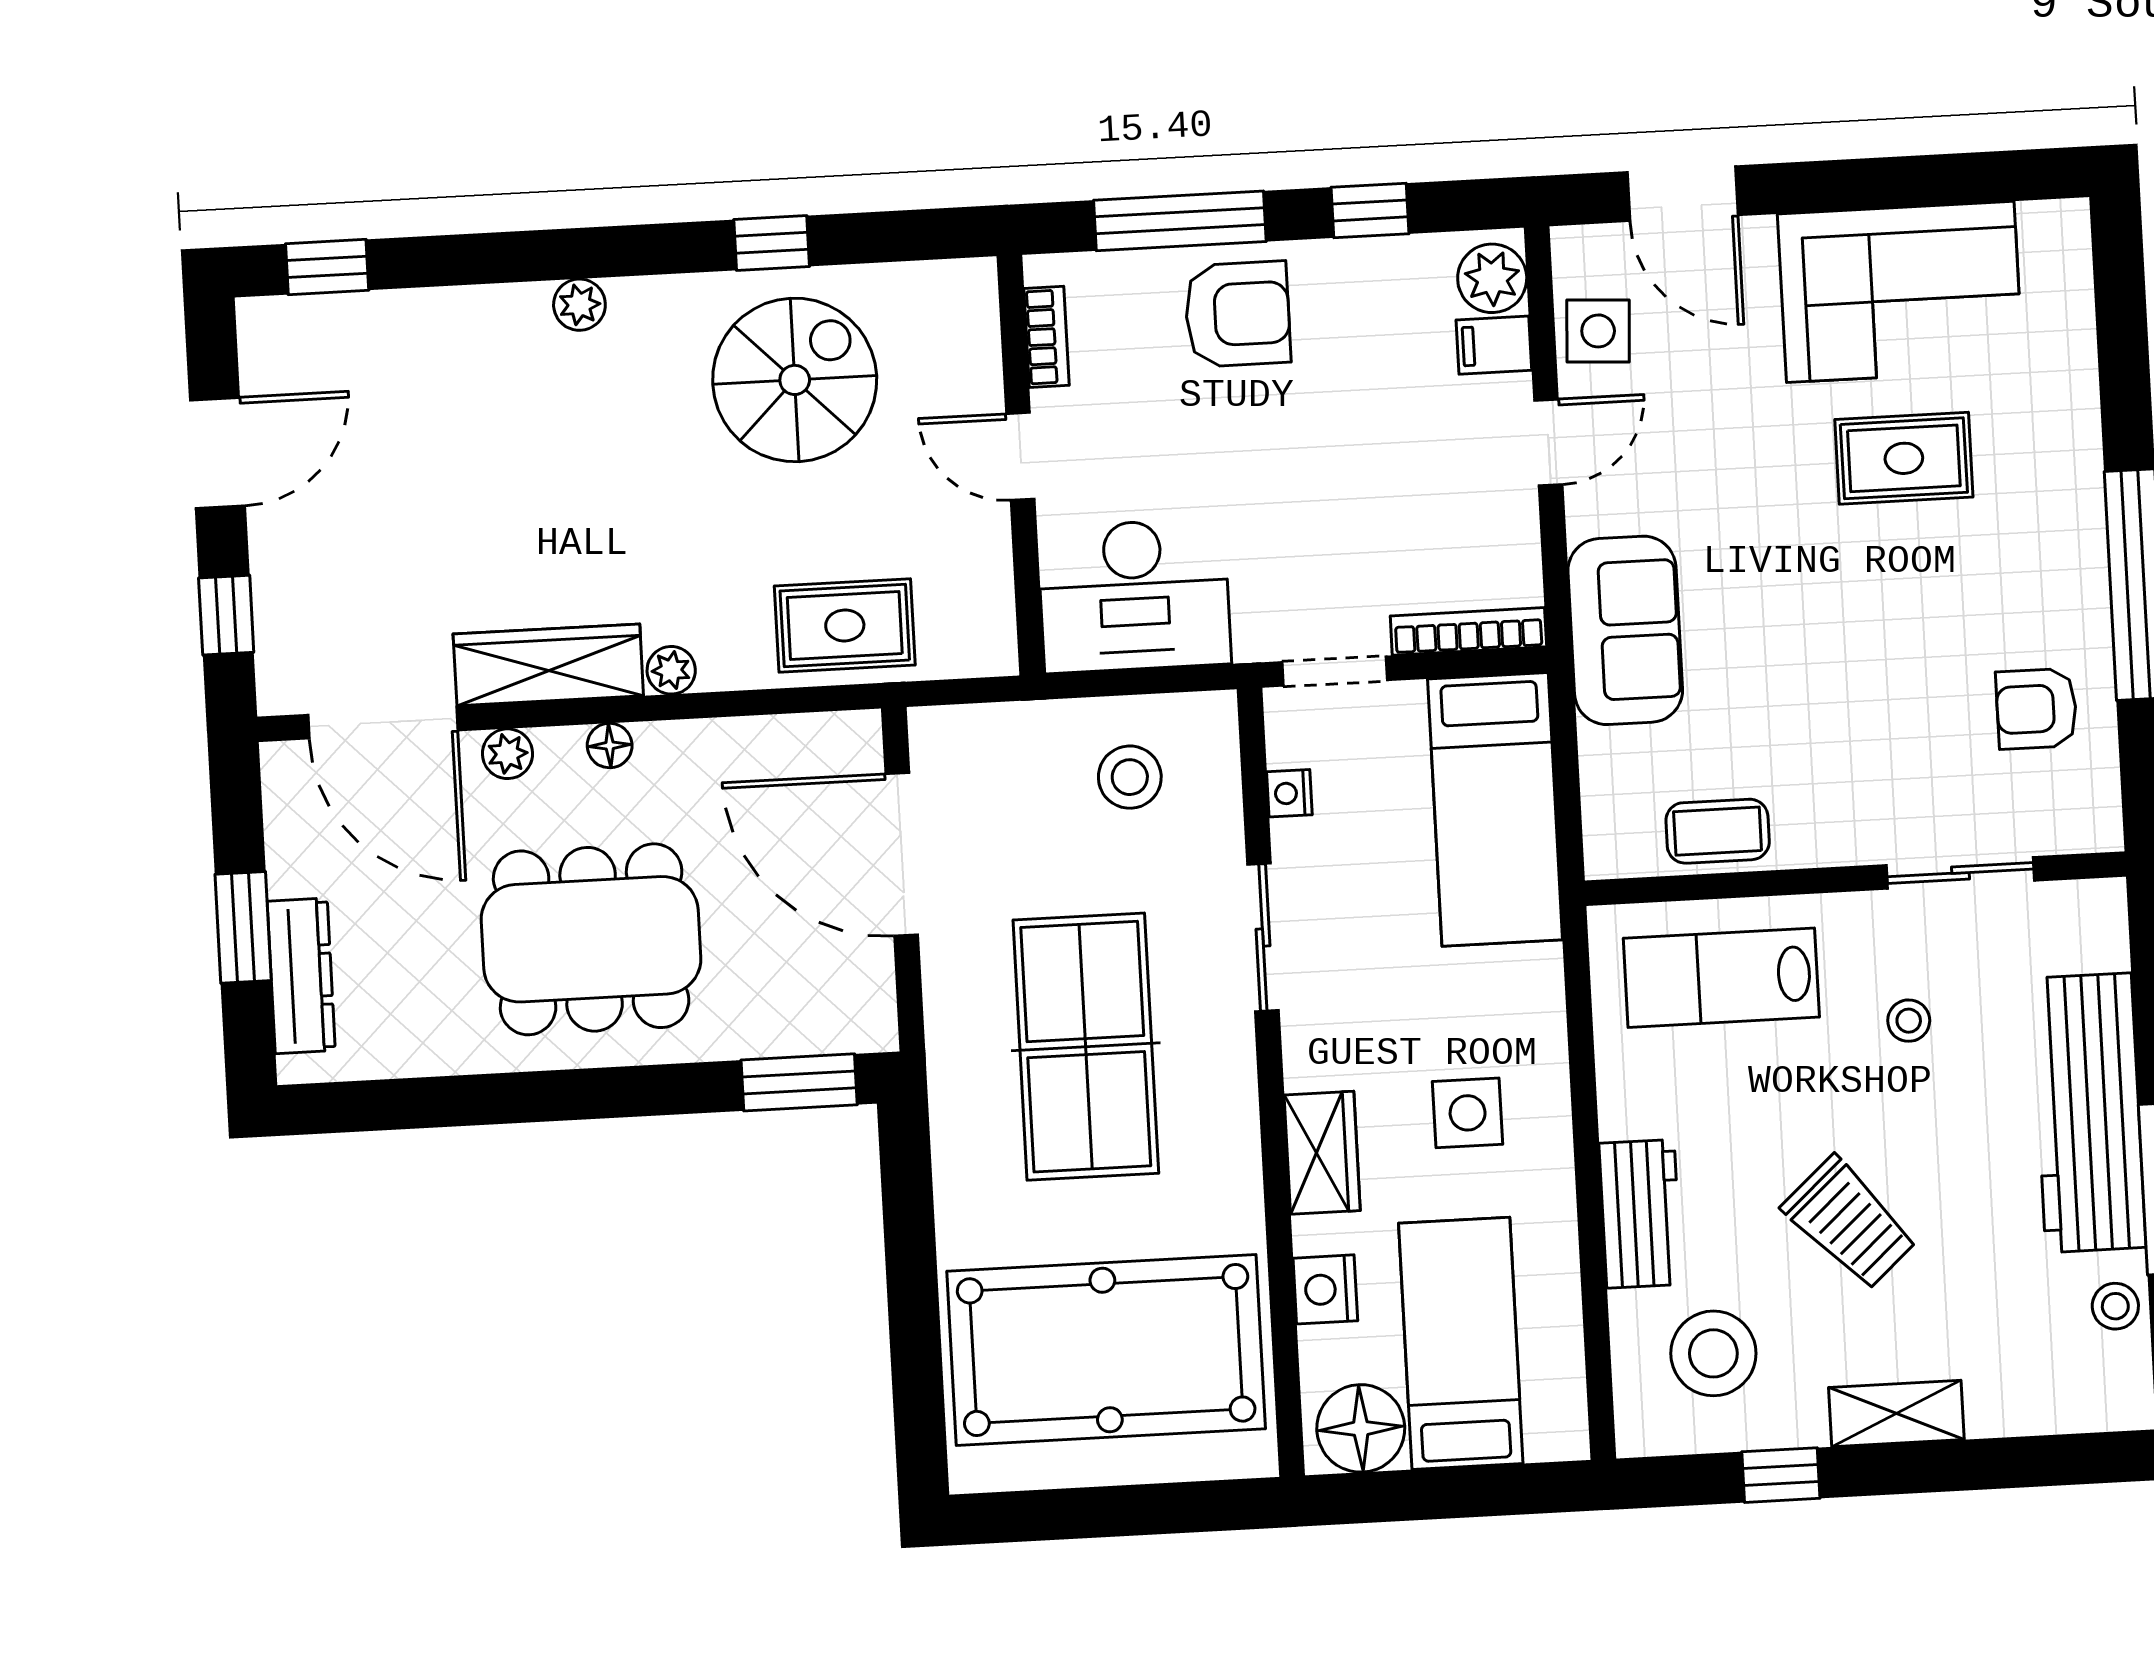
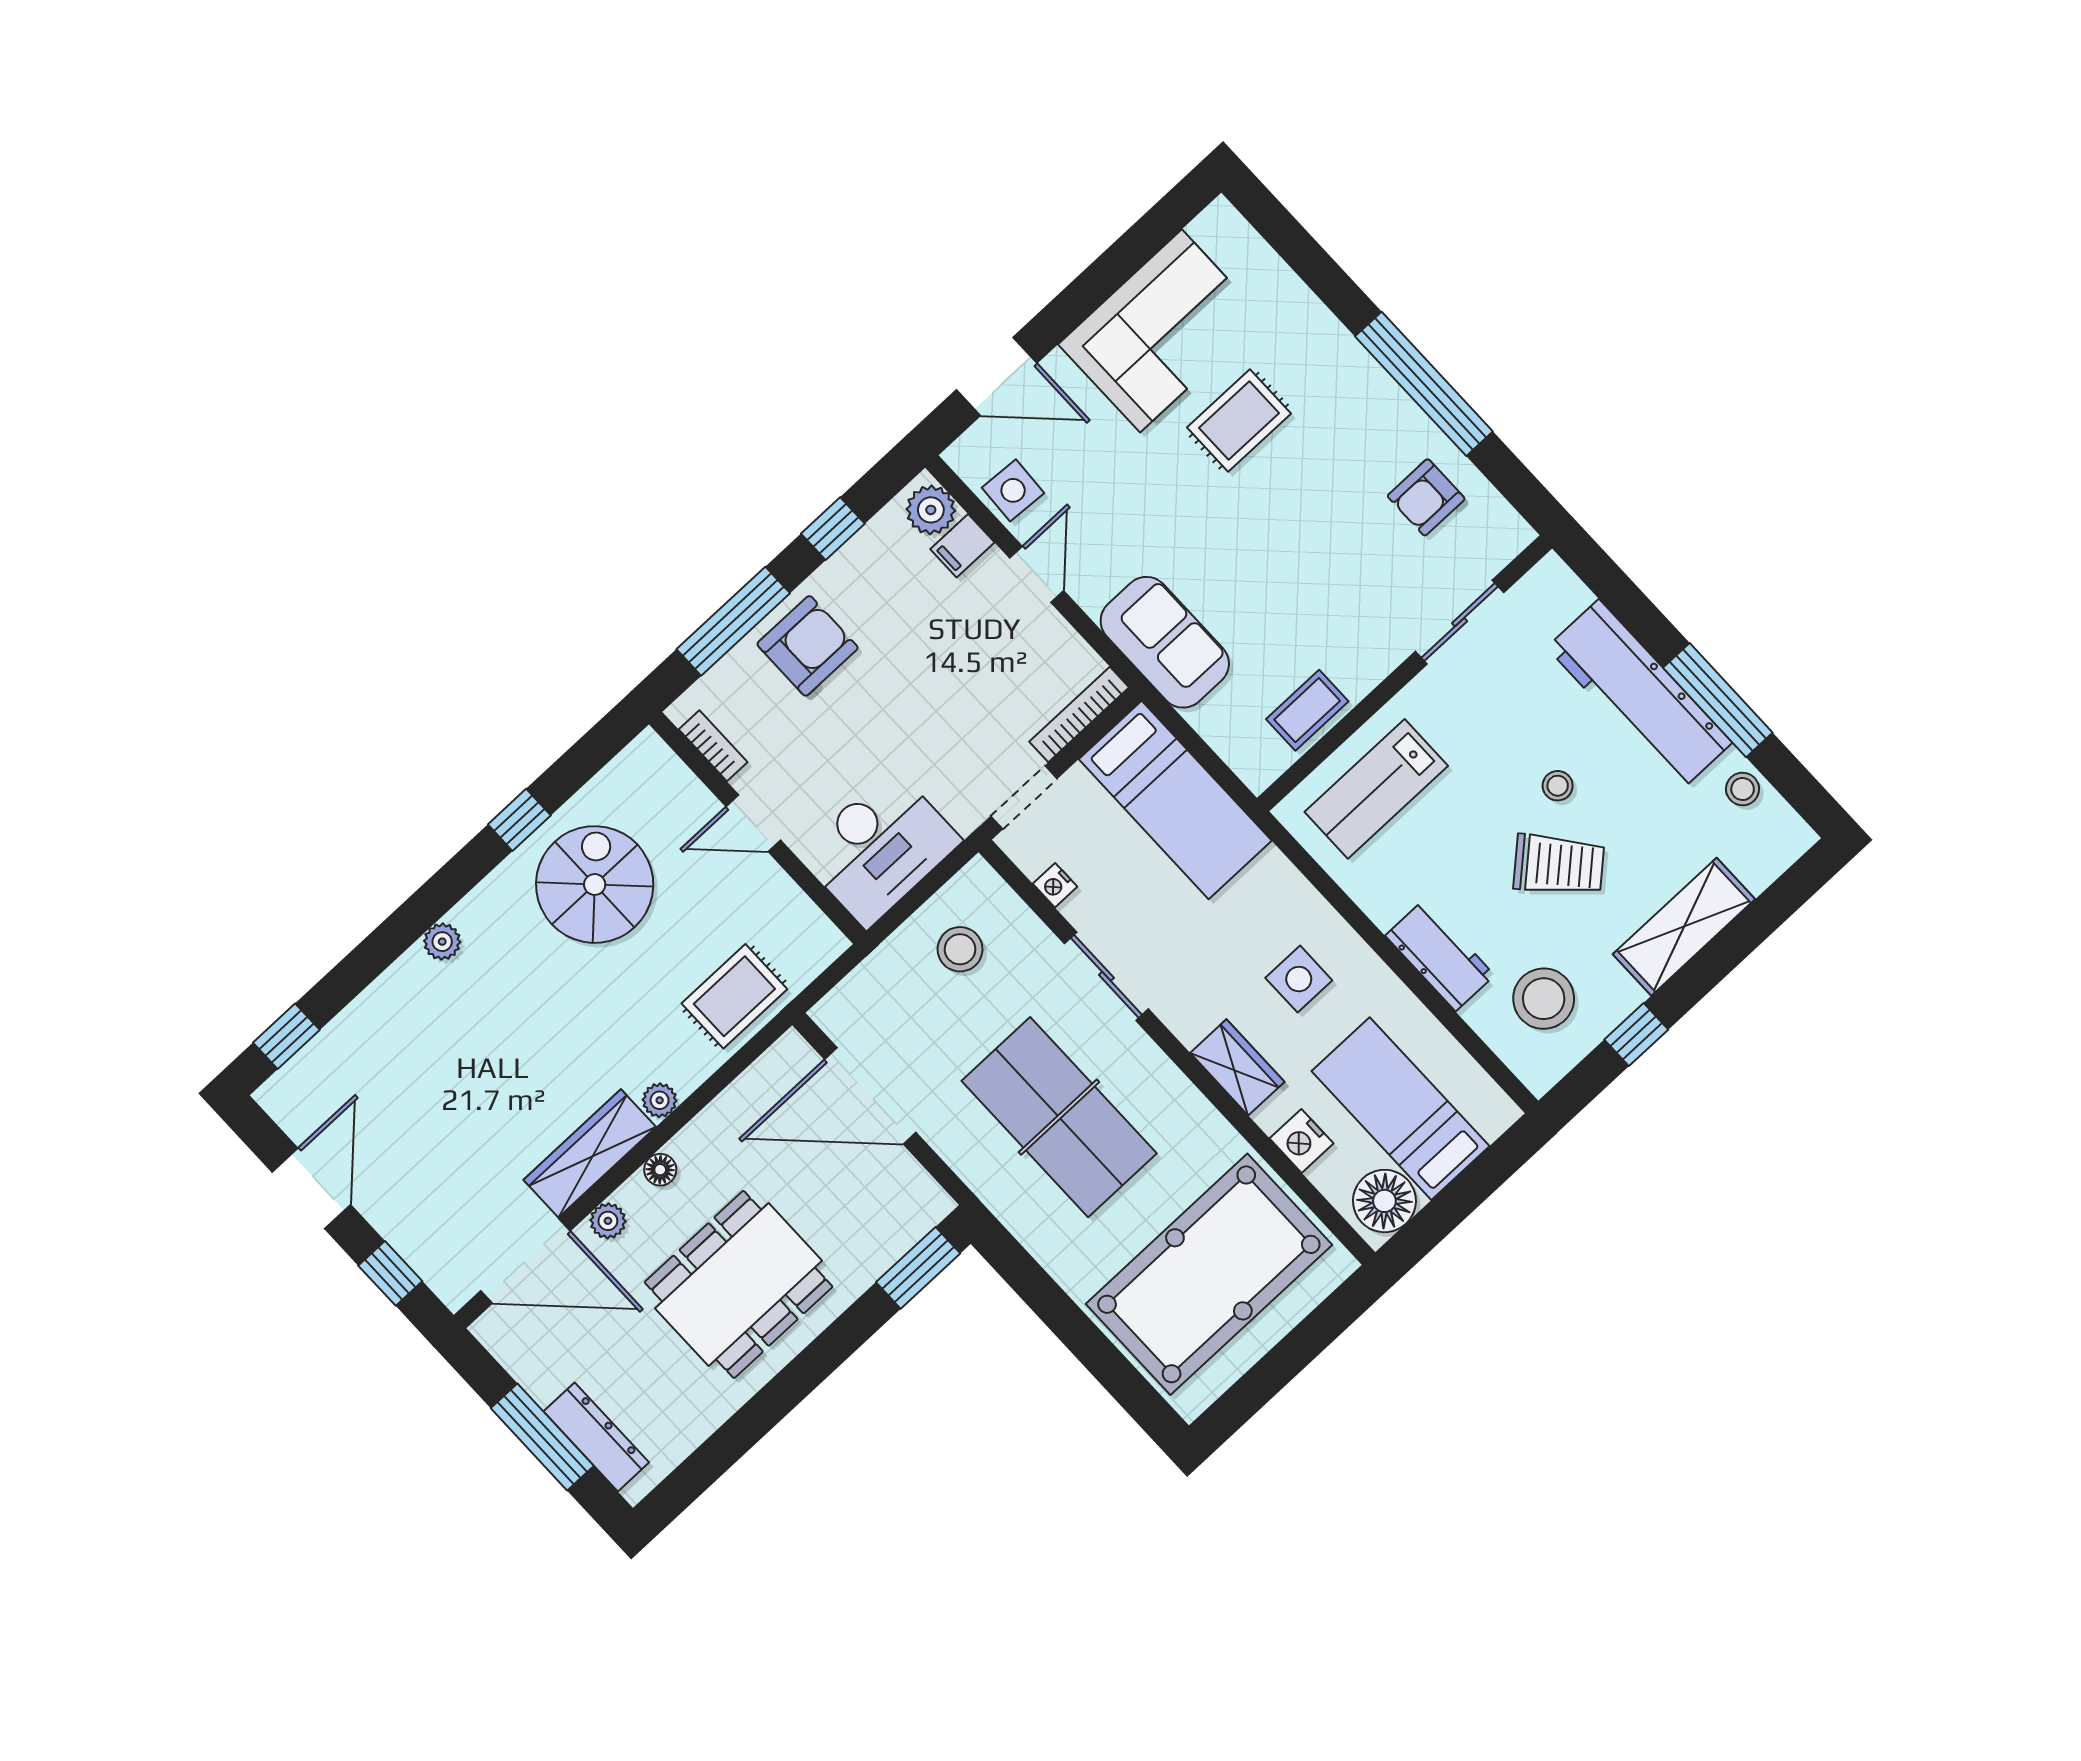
window: (243, 927) -> (542, 1437), width x1.44
stool: (1909, 1021) -> (1558, 786), moved
shelving: (1896, 1414) -> (1684, 927), width x1.50, depth x1.33

